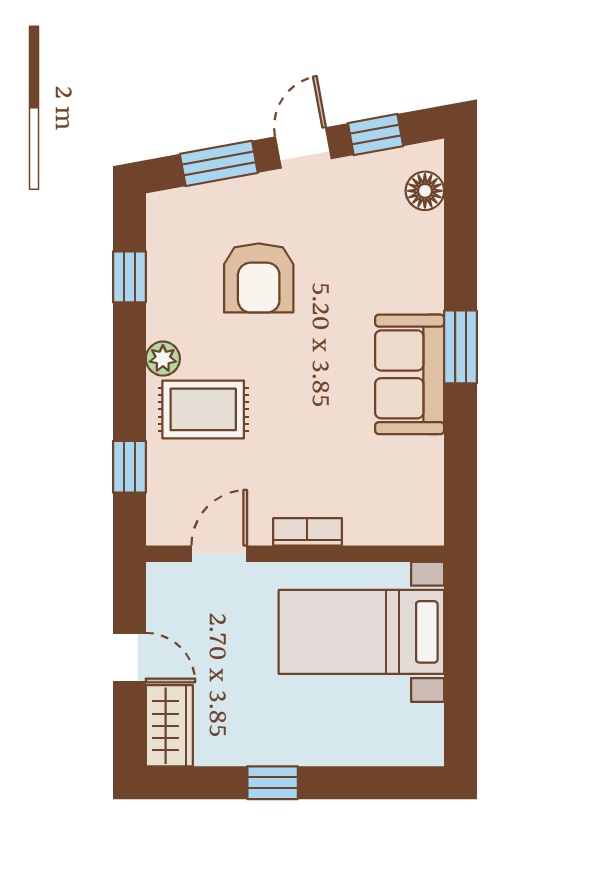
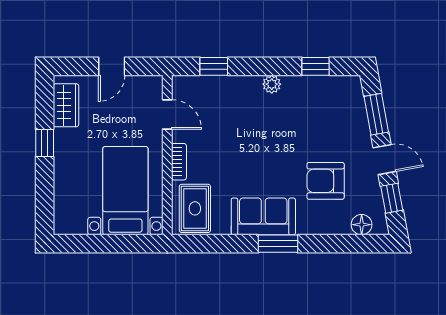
armchair: (259, 278) -> (326, 181), moved
rug: (203, 409) -> (195, 208), moved
wardrobe: (169, 726) -> (66, 105), moved, turned -90

